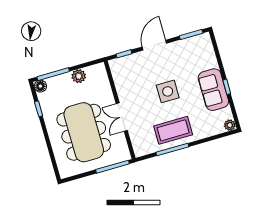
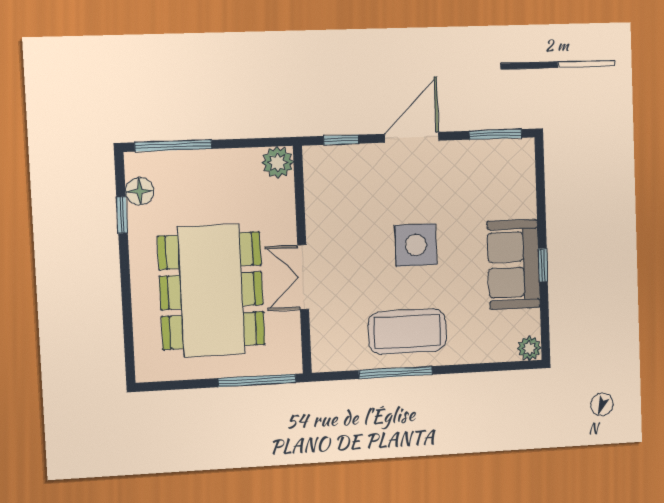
plant: (79, 76) -> (278, 162), moved
floor lamp: (40, 86) -> (140, 191), moved

